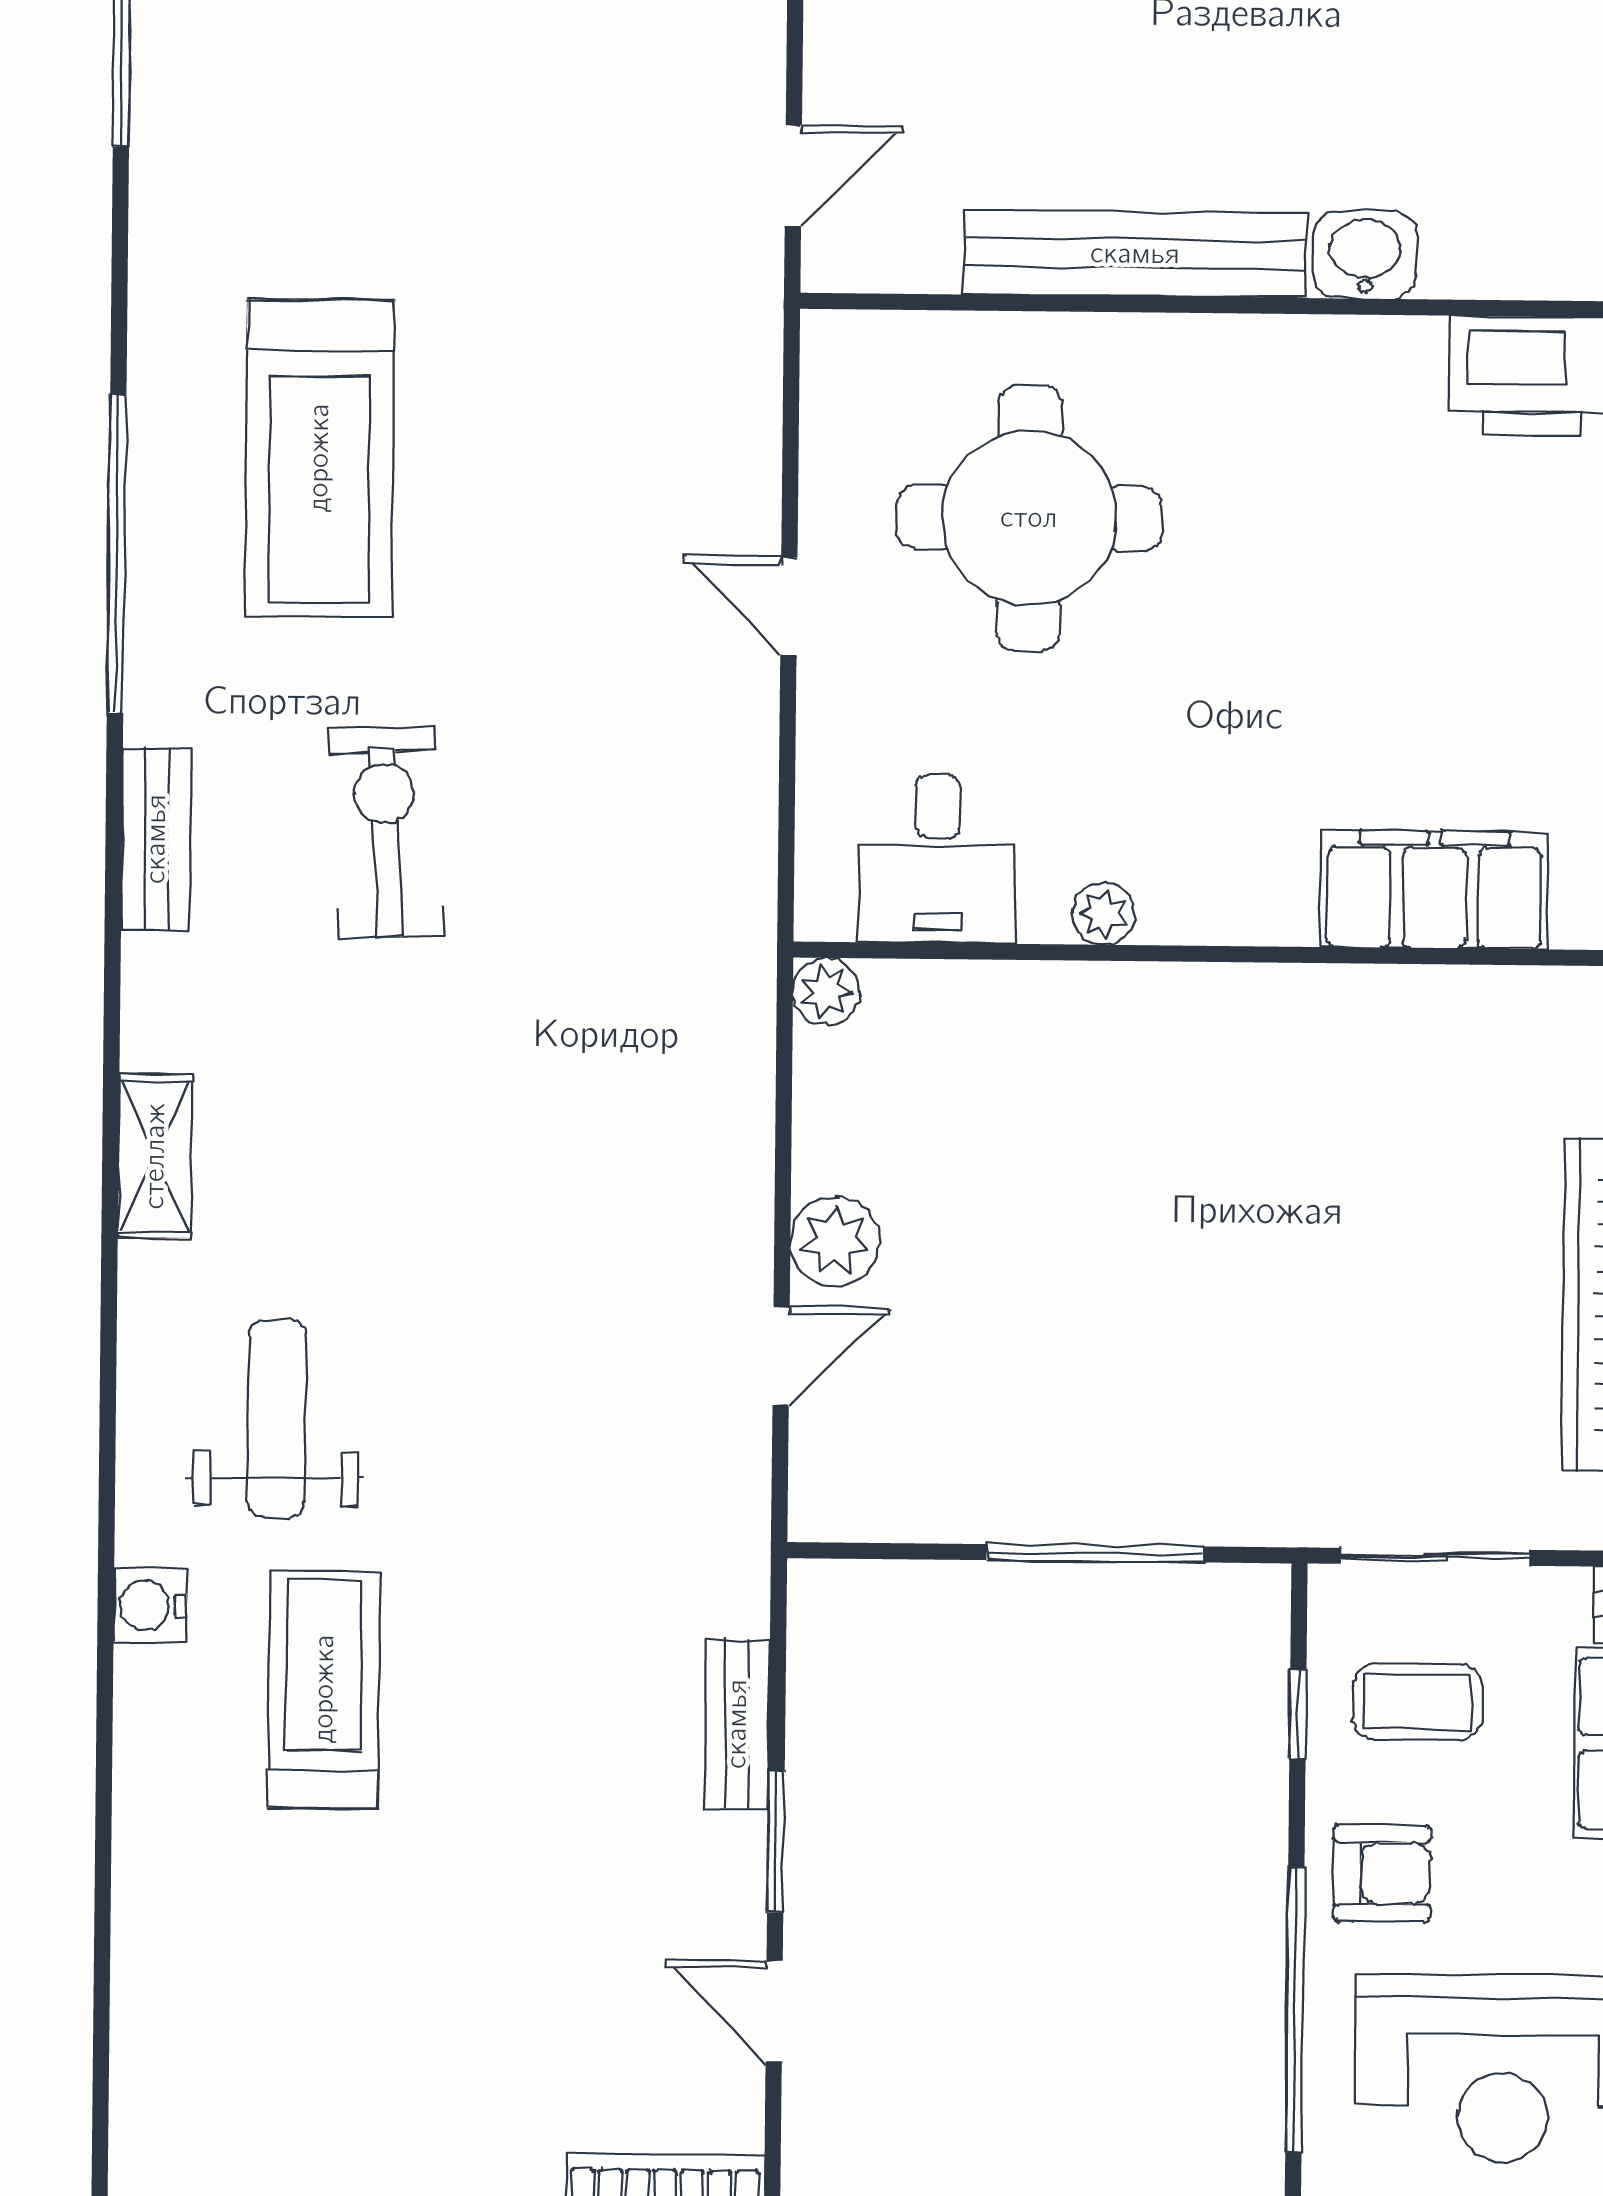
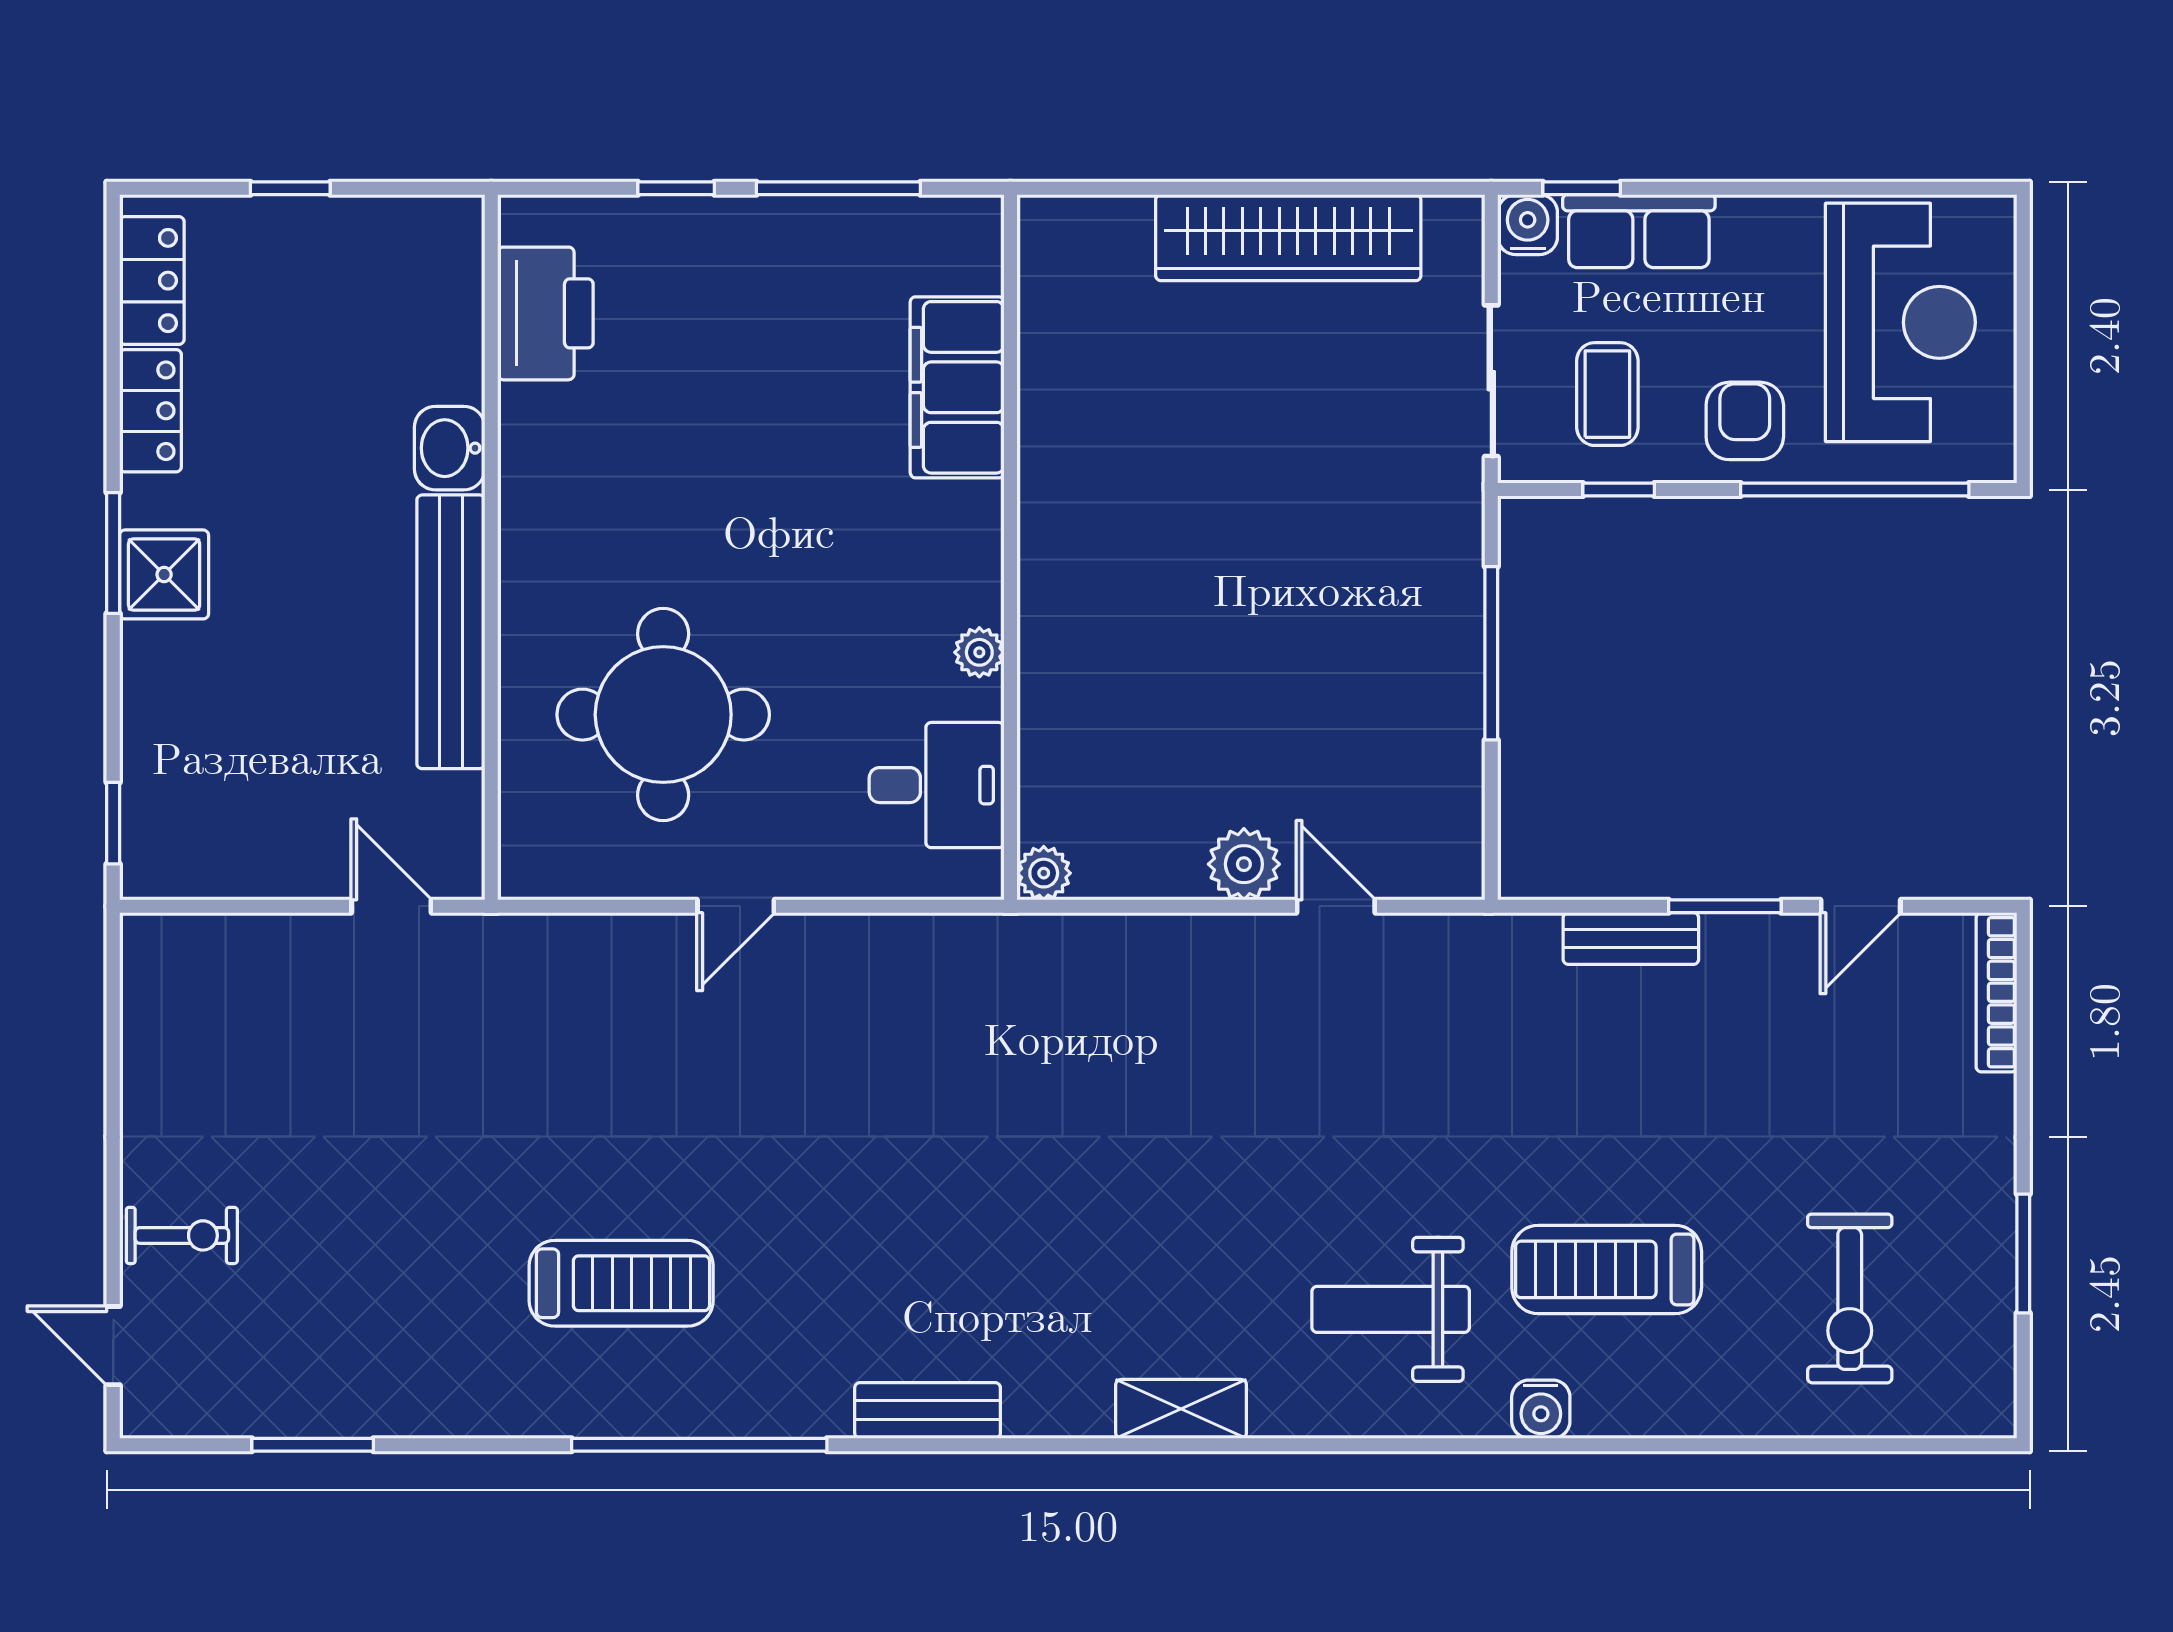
treadmill: (319, 458) -> (621, 1283), width x0.73, depth x0.73
exercise bike: (386, 832) -> (1850, 1299), moved, turned -87

